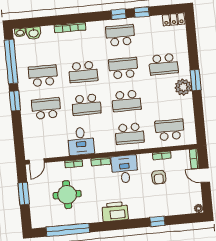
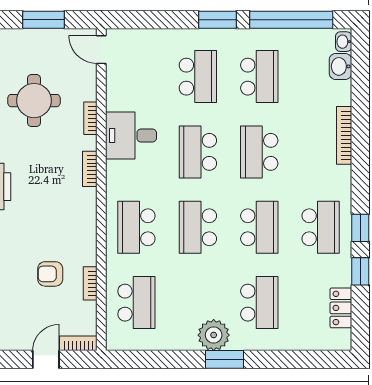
locker: (174, 19) -> (341, 308), moved
school desk: (164, 64) -> (259, 303), turned 180
desk: (125, 169) -> (71, 212), removed

